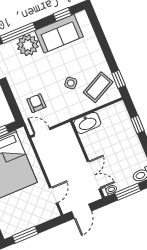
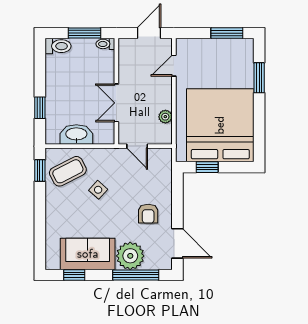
armchair: (36, 103) -> (148, 214), moved
washbasin: (87, 123) -> (76, 134), moved
door: (42, 132) -> (137, 146), moved
plant: (44, 156) -> (165, 117), added
double door: (94, 175) -> (116, 103), moved

